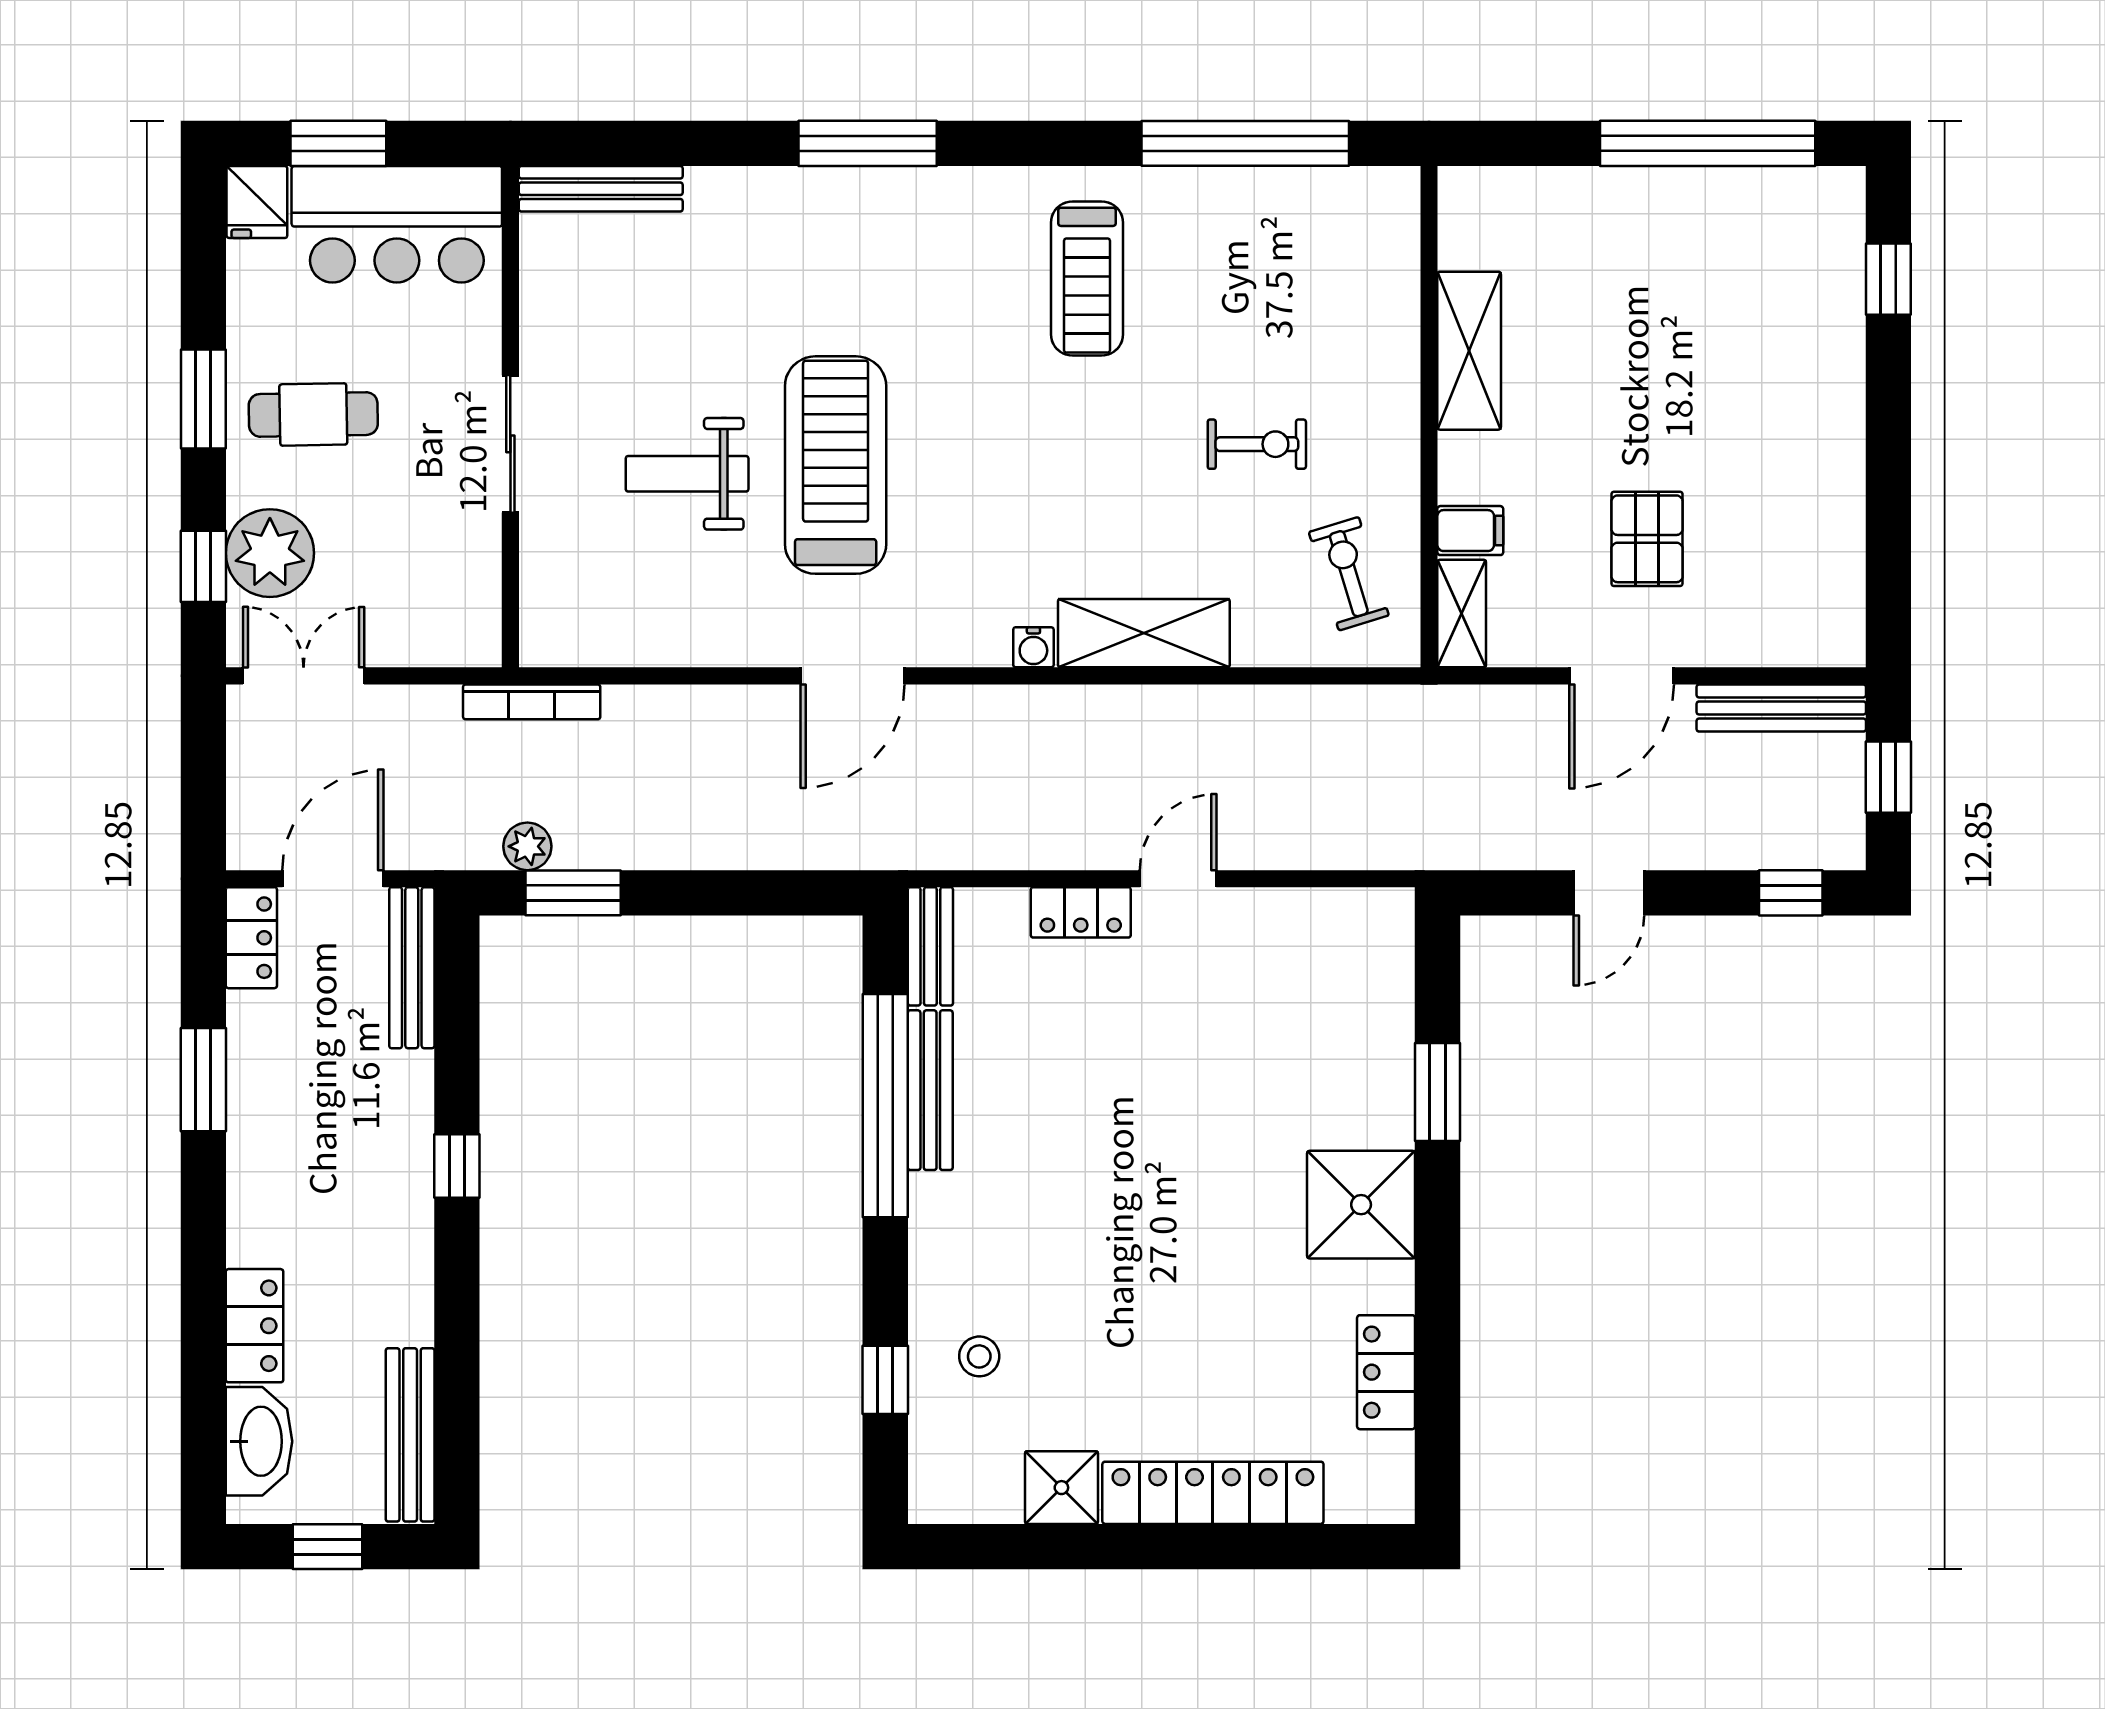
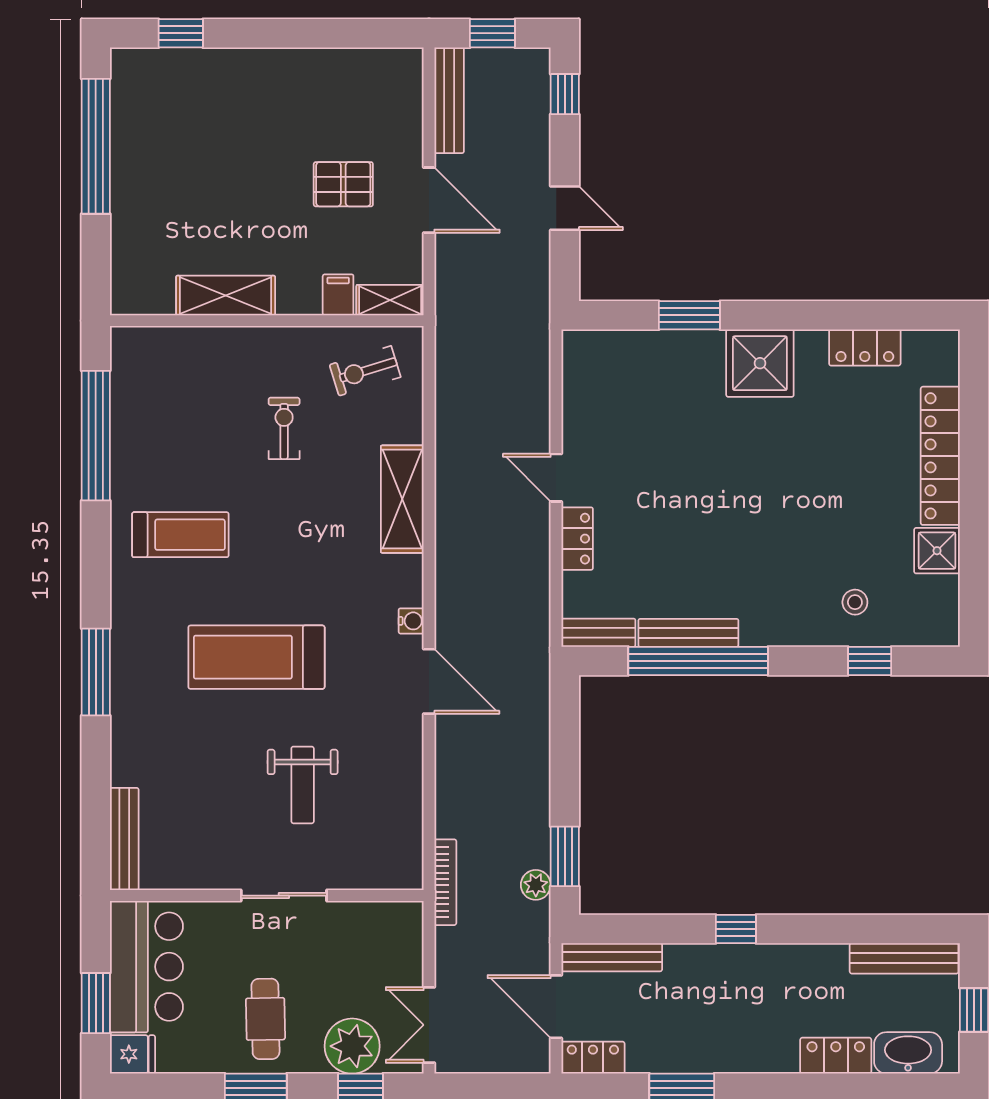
treadmill: (836, 465) -> (256, 657), moved
water cooler: (1033, 647) -> (411, 621), moved

